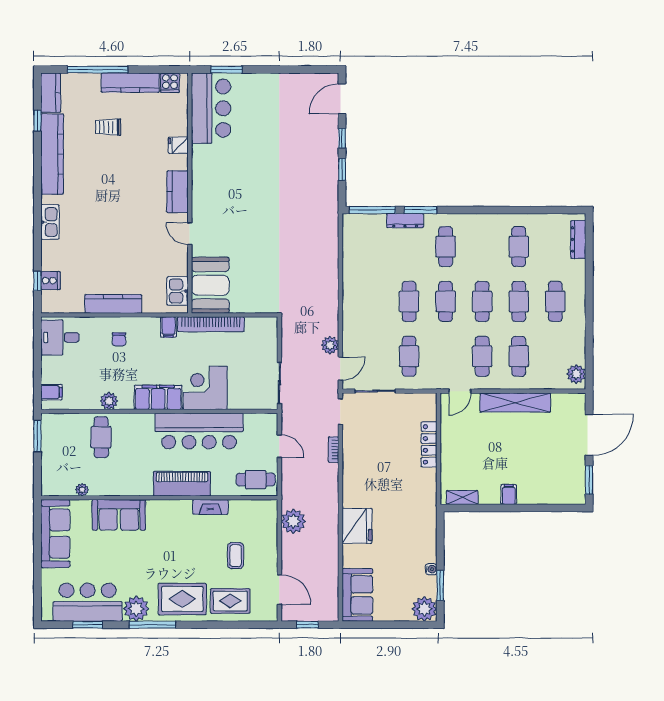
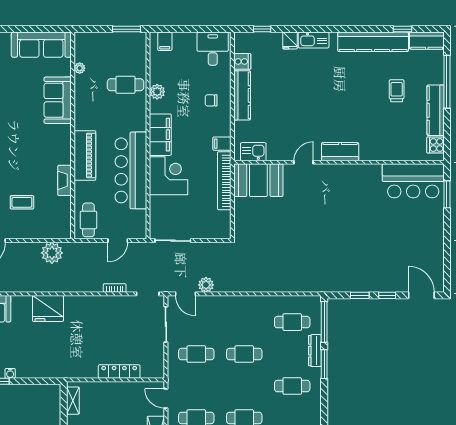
fridge: (178, 145) -> (290, 41), moved, turned 180
cooker: (50, 281) -> (242, 61), moved, turned -90
cafe table: (446, 301) -> (292, 322), moved

